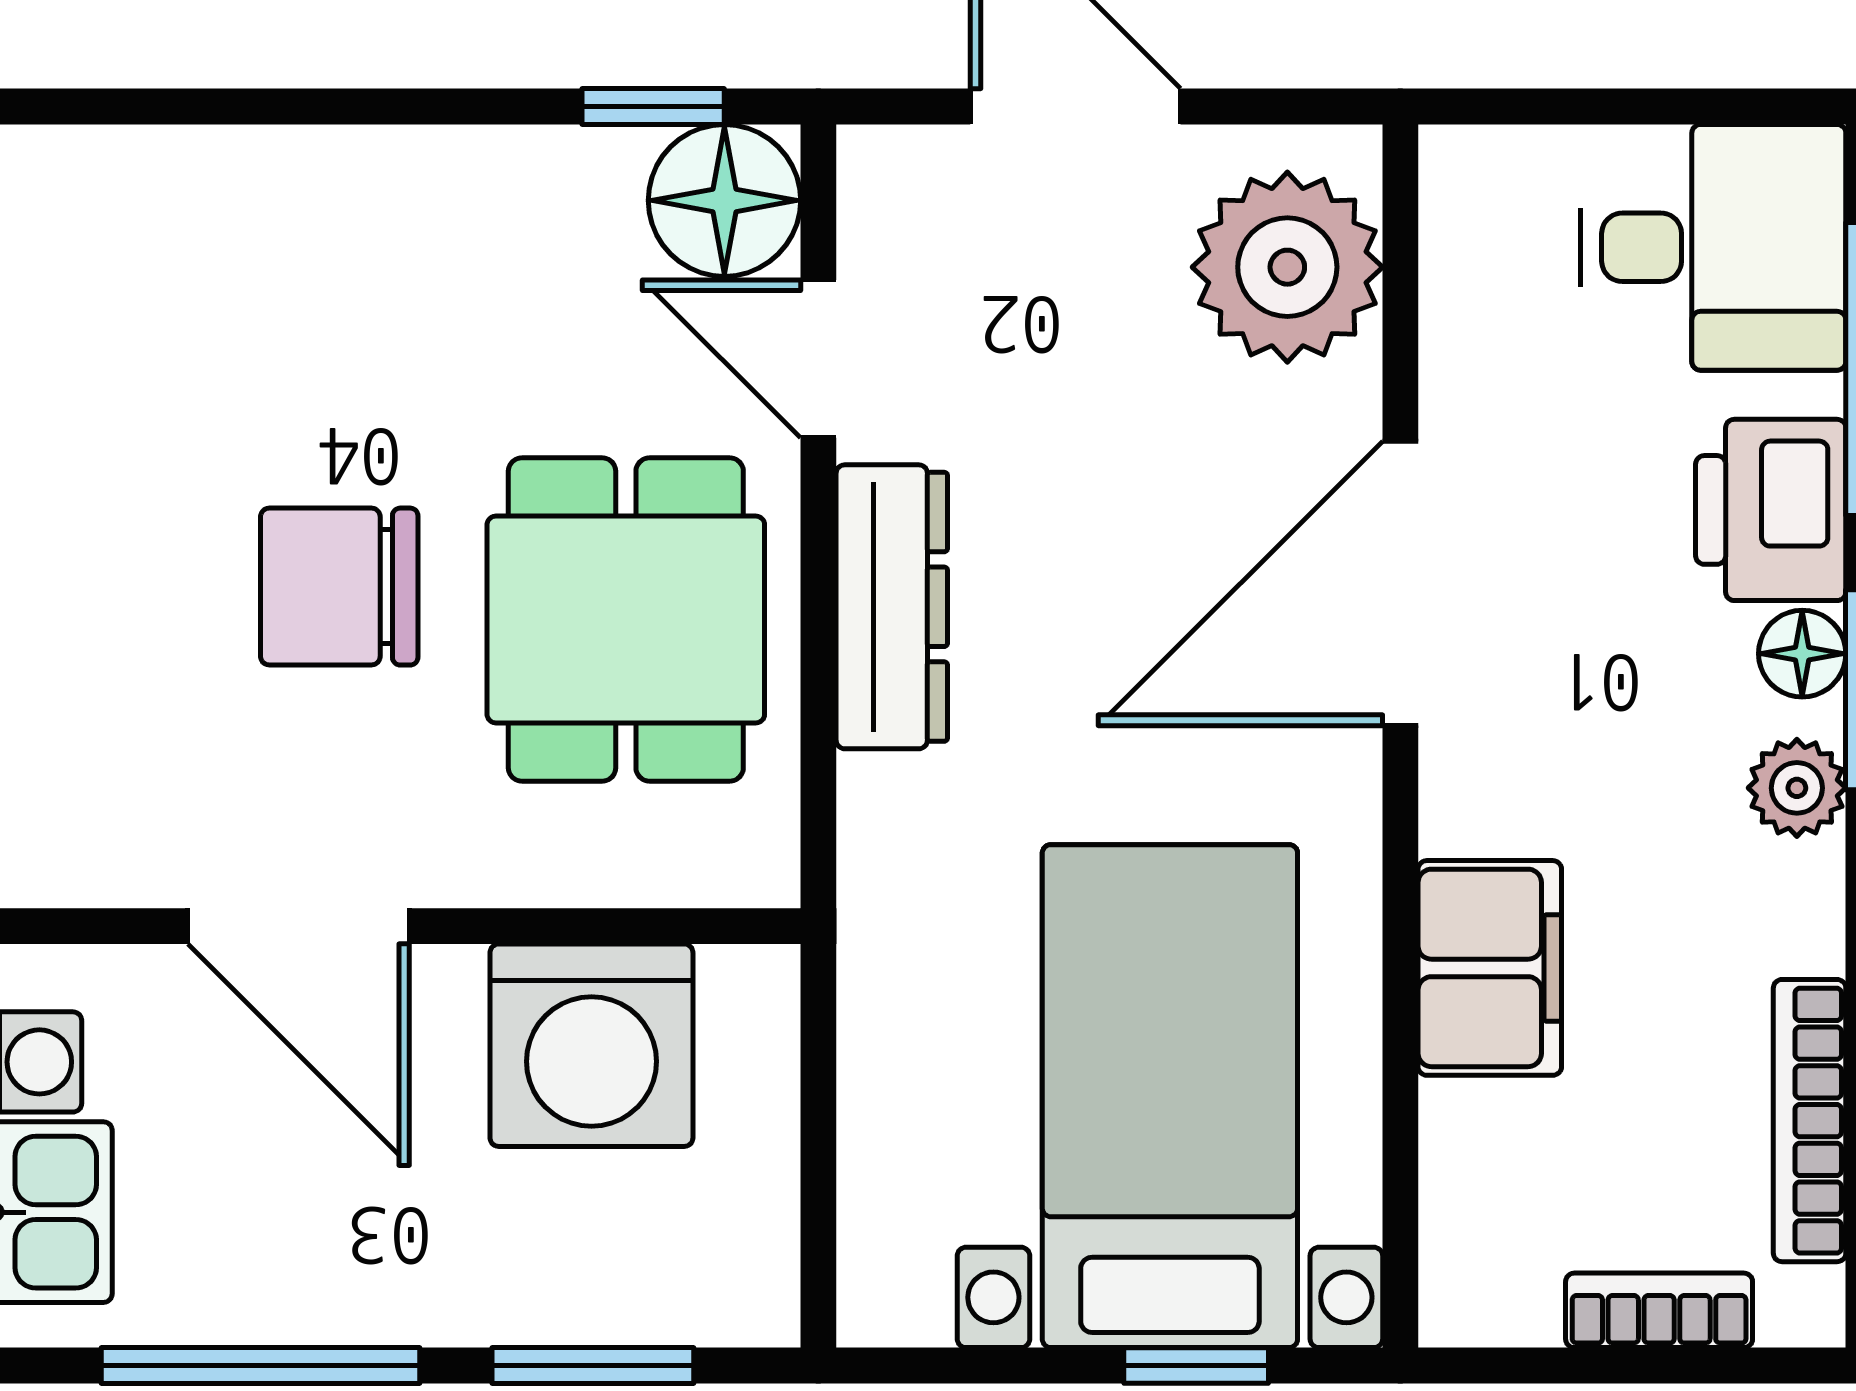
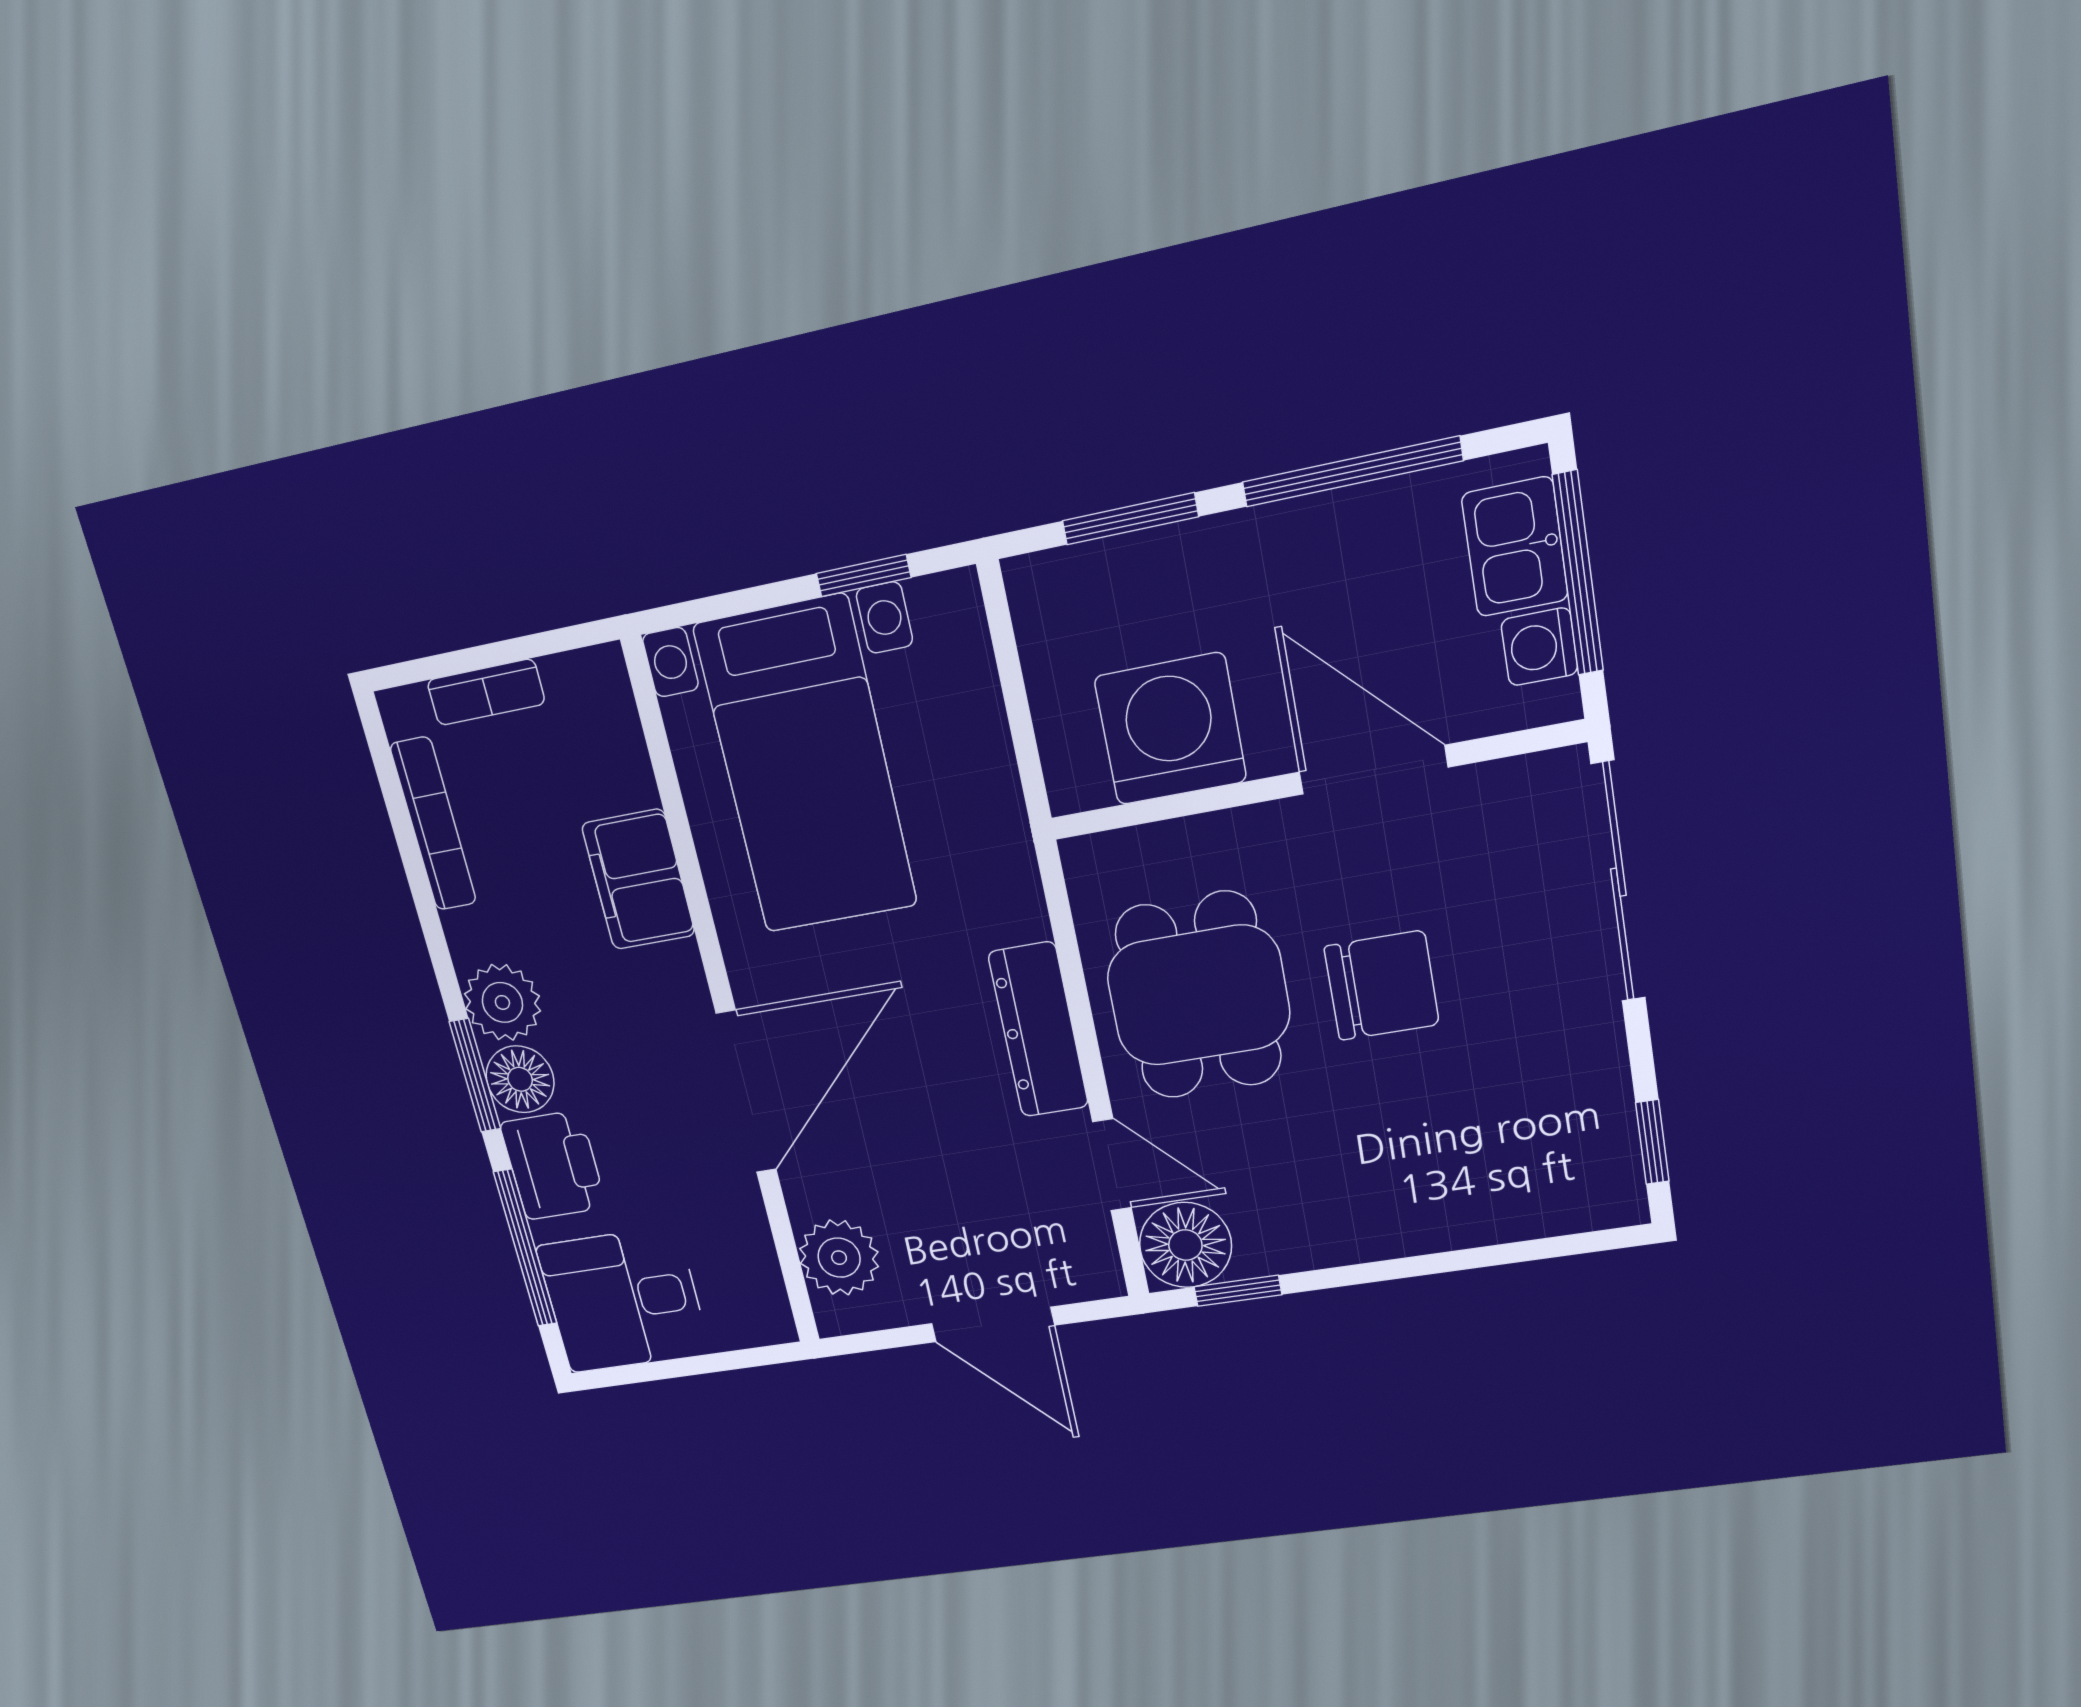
plant: (1287, 267) -> (839, 1258), width x0.73, depth x0.73
floor lamp: (1802, 654) -> (520, 1079), width x1.37, depth x1.37
plant: (1797, 788) -> (502, 1002), width x1.38, depth x1.38
window: (1196, 1366) -> (864, 576), moved

